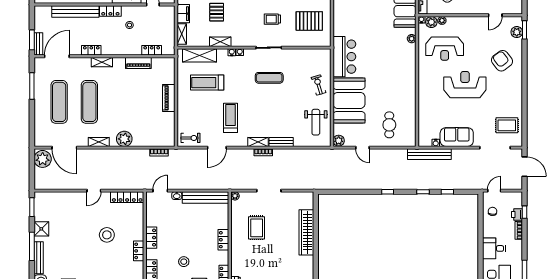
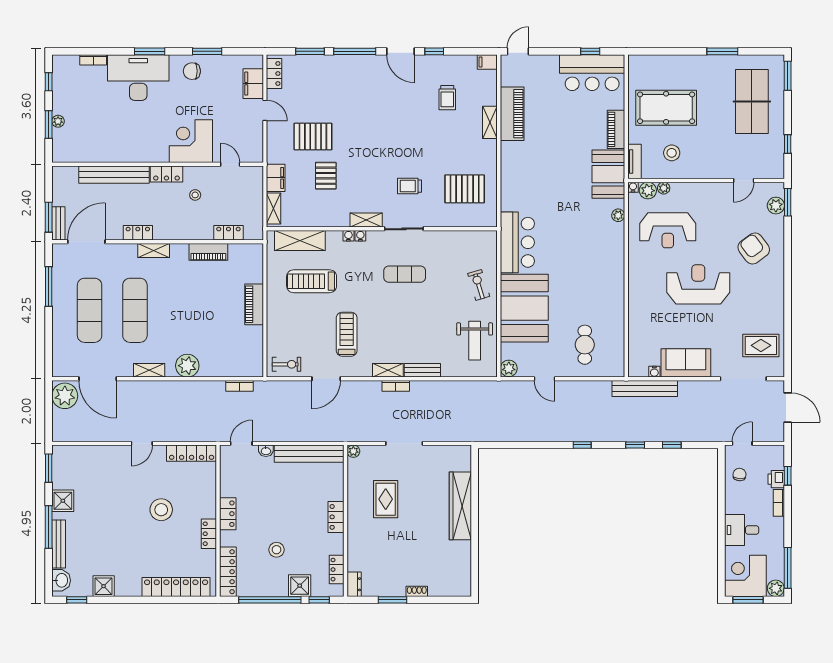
shelving: (220, 42) -> (366, 220), moved

